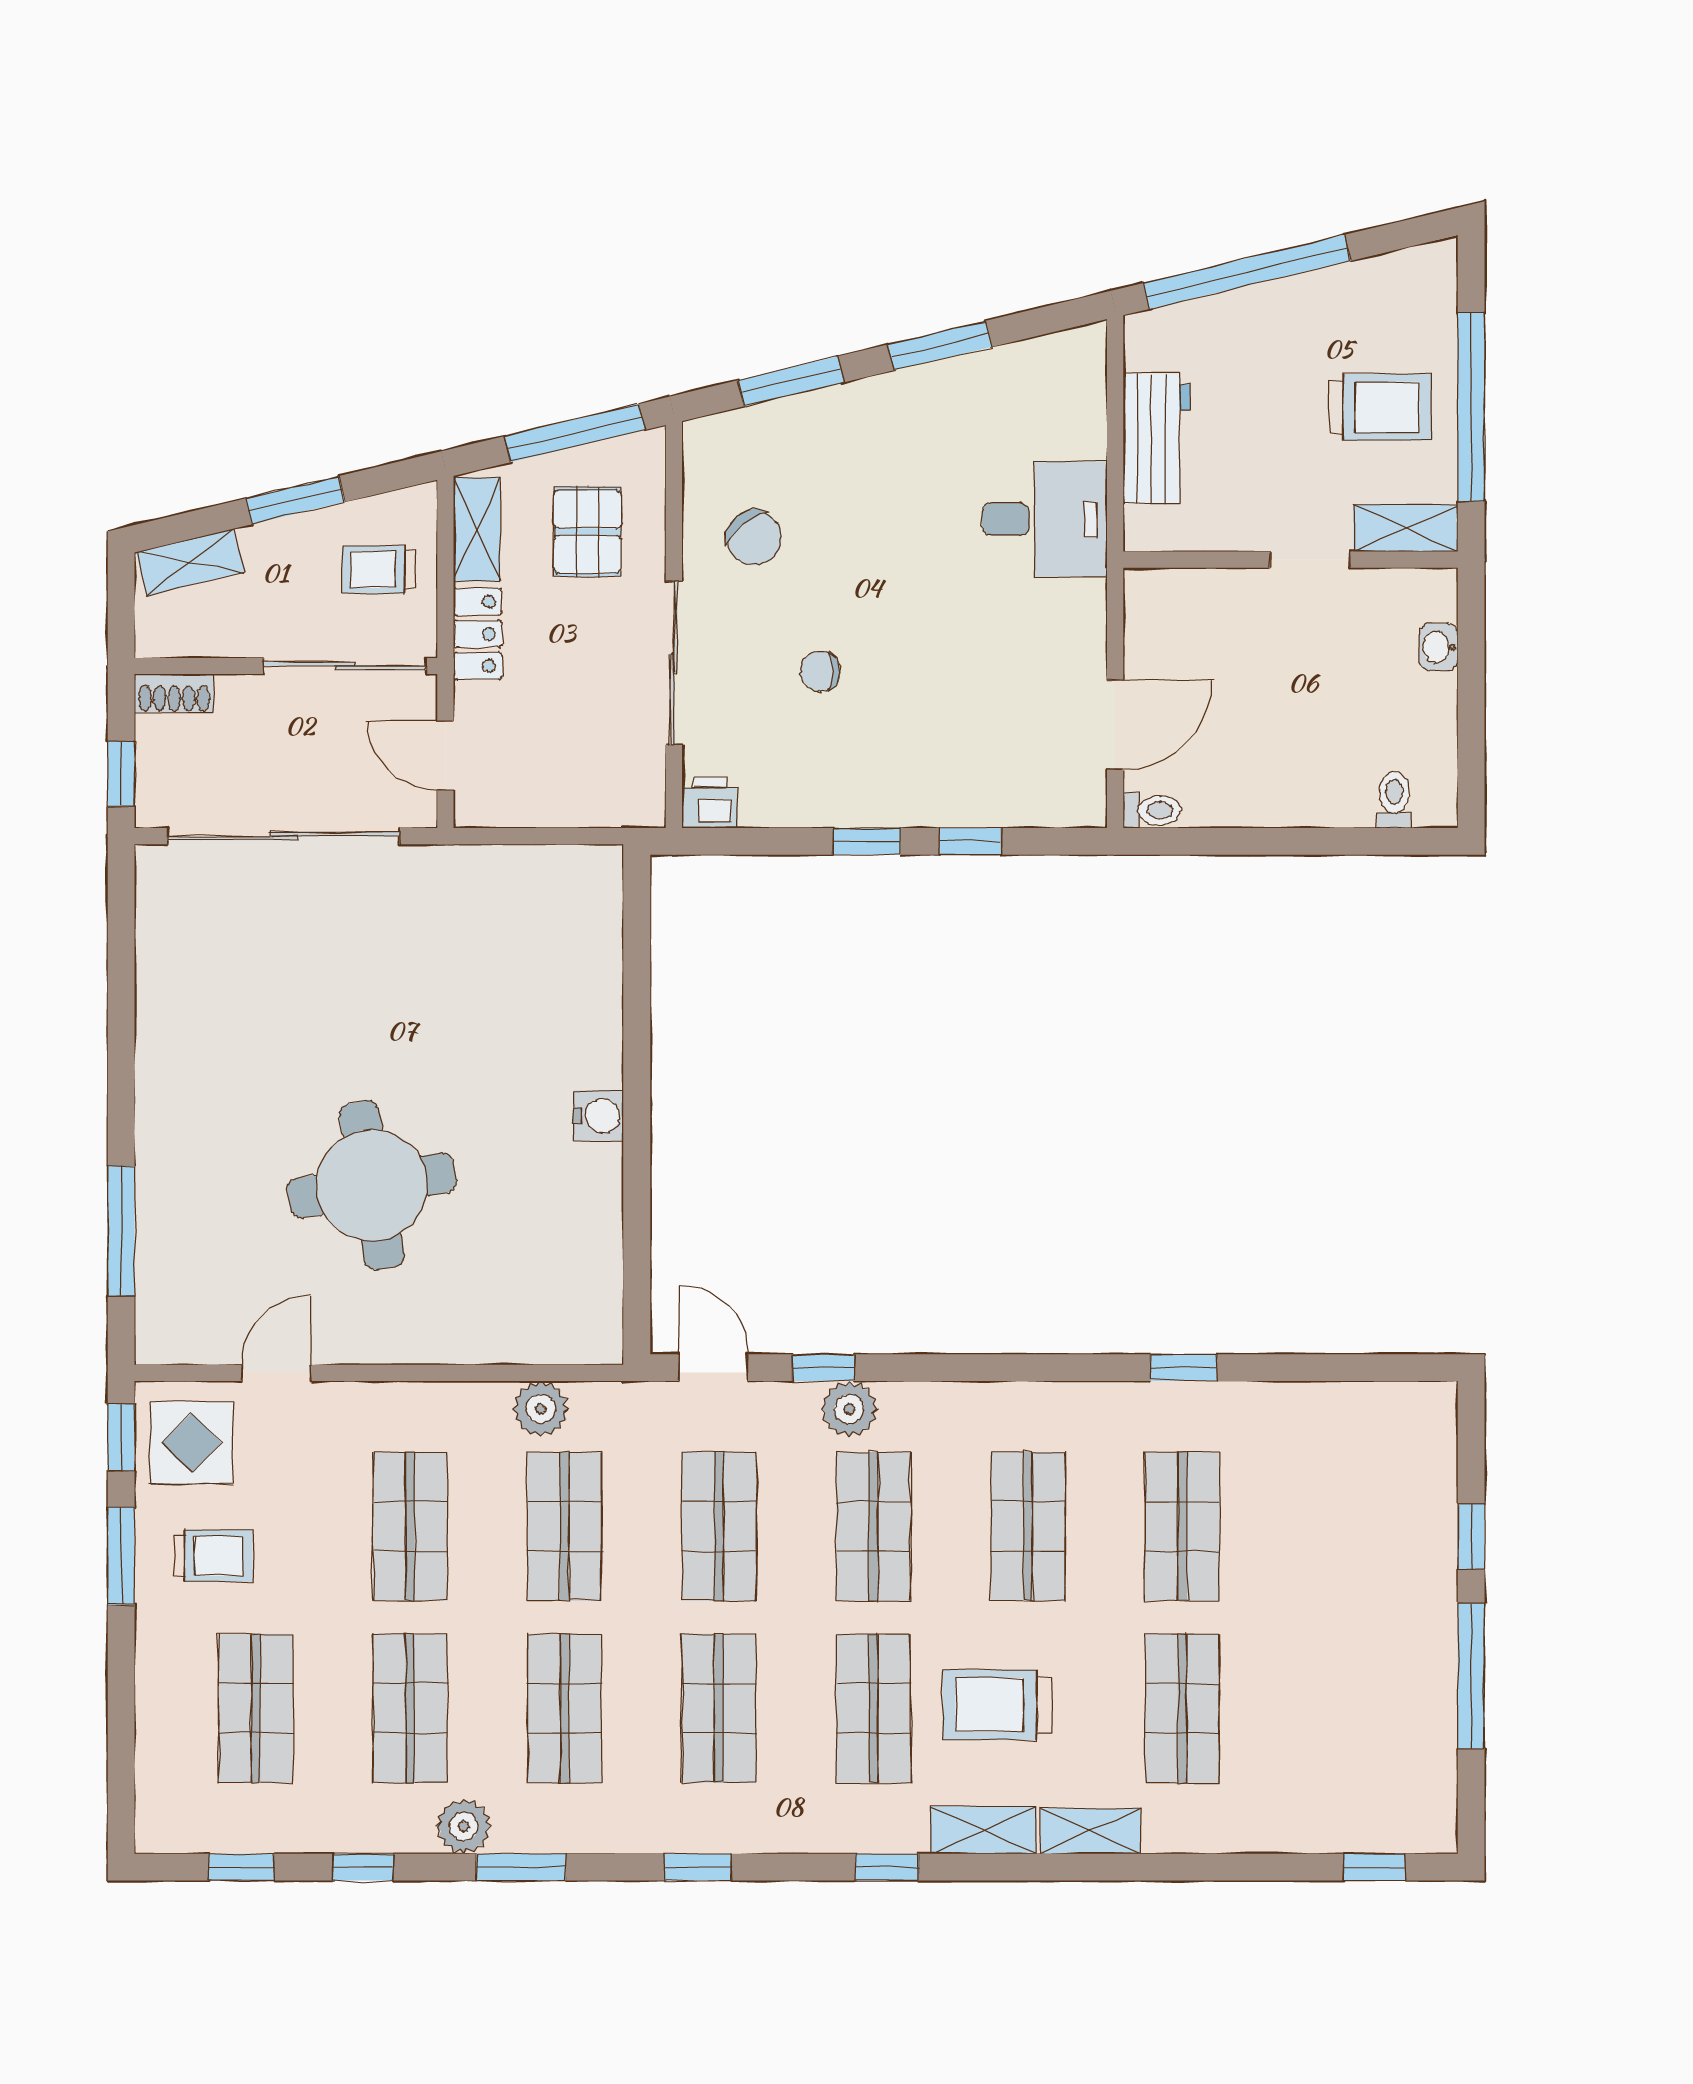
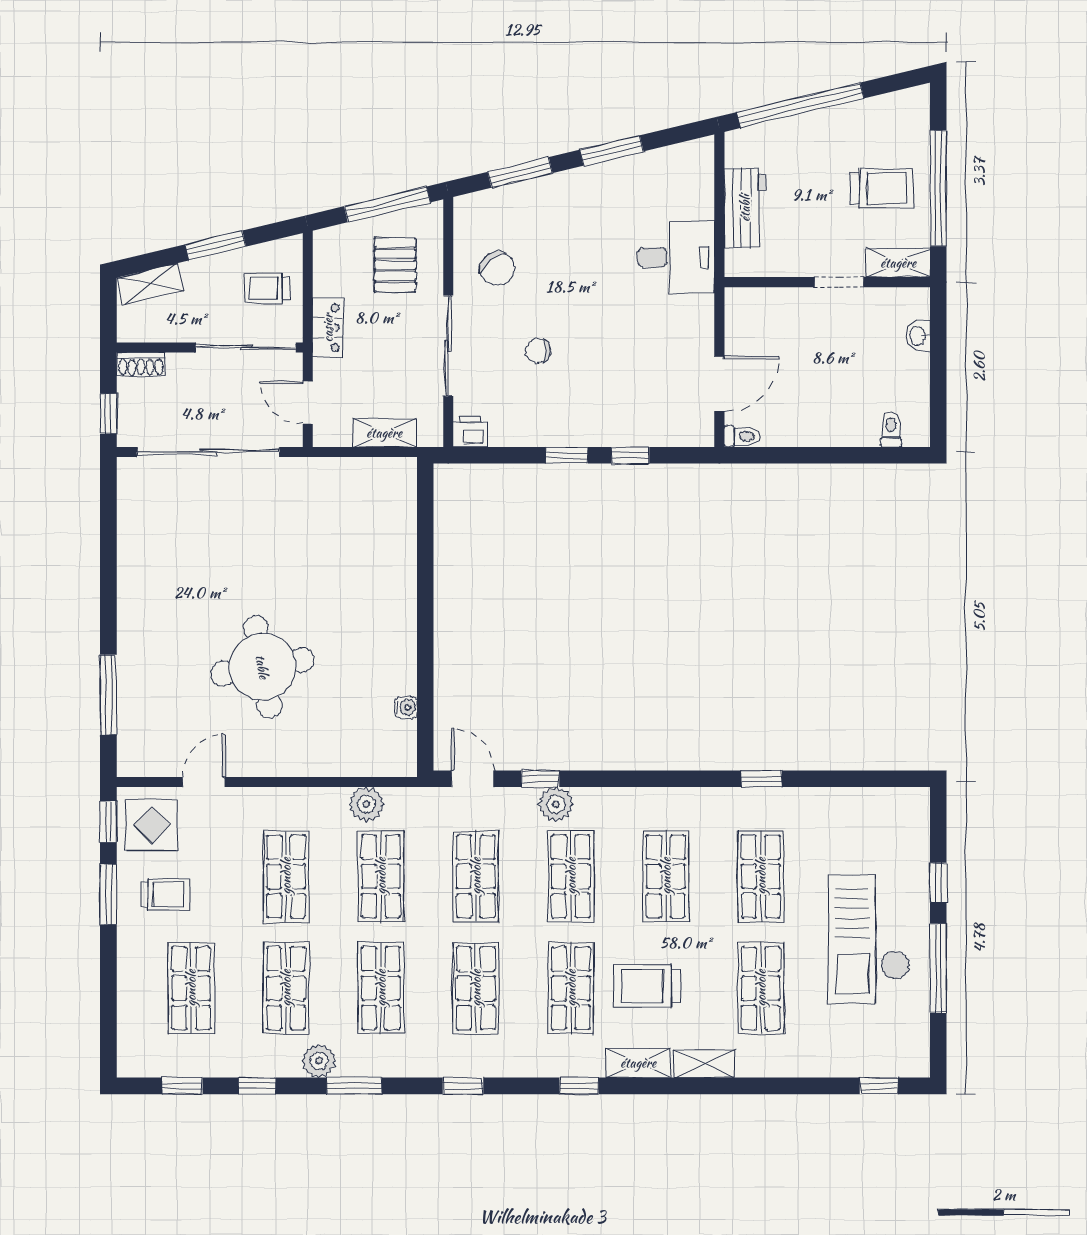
shelving: (477, 529) -> (384, 433), moved, turned 90
water cooler: (598, 1116) -> (406, 707), moved, width x0.72, depth x0.72
checkout: (1359, 1628) -> (869, 939), added

